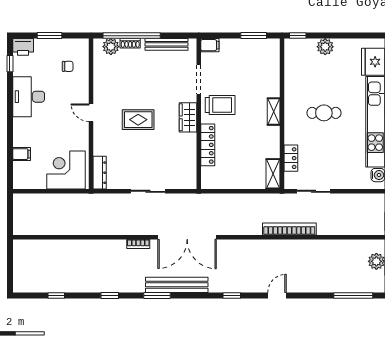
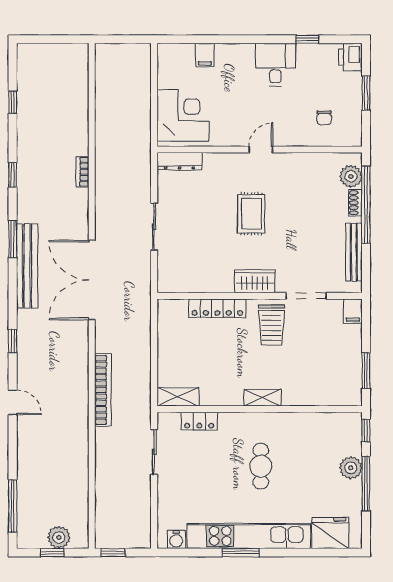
window: (337, 36) -> (366, 483), added
window: (10, 64) -> (307, 39), moved
desk: (29, 97) -> (275, 65), width x0.73
bookcase: (289, 229) -> (103, 390), moved
bookcase: (138, 244) -> (83, 172), moved

